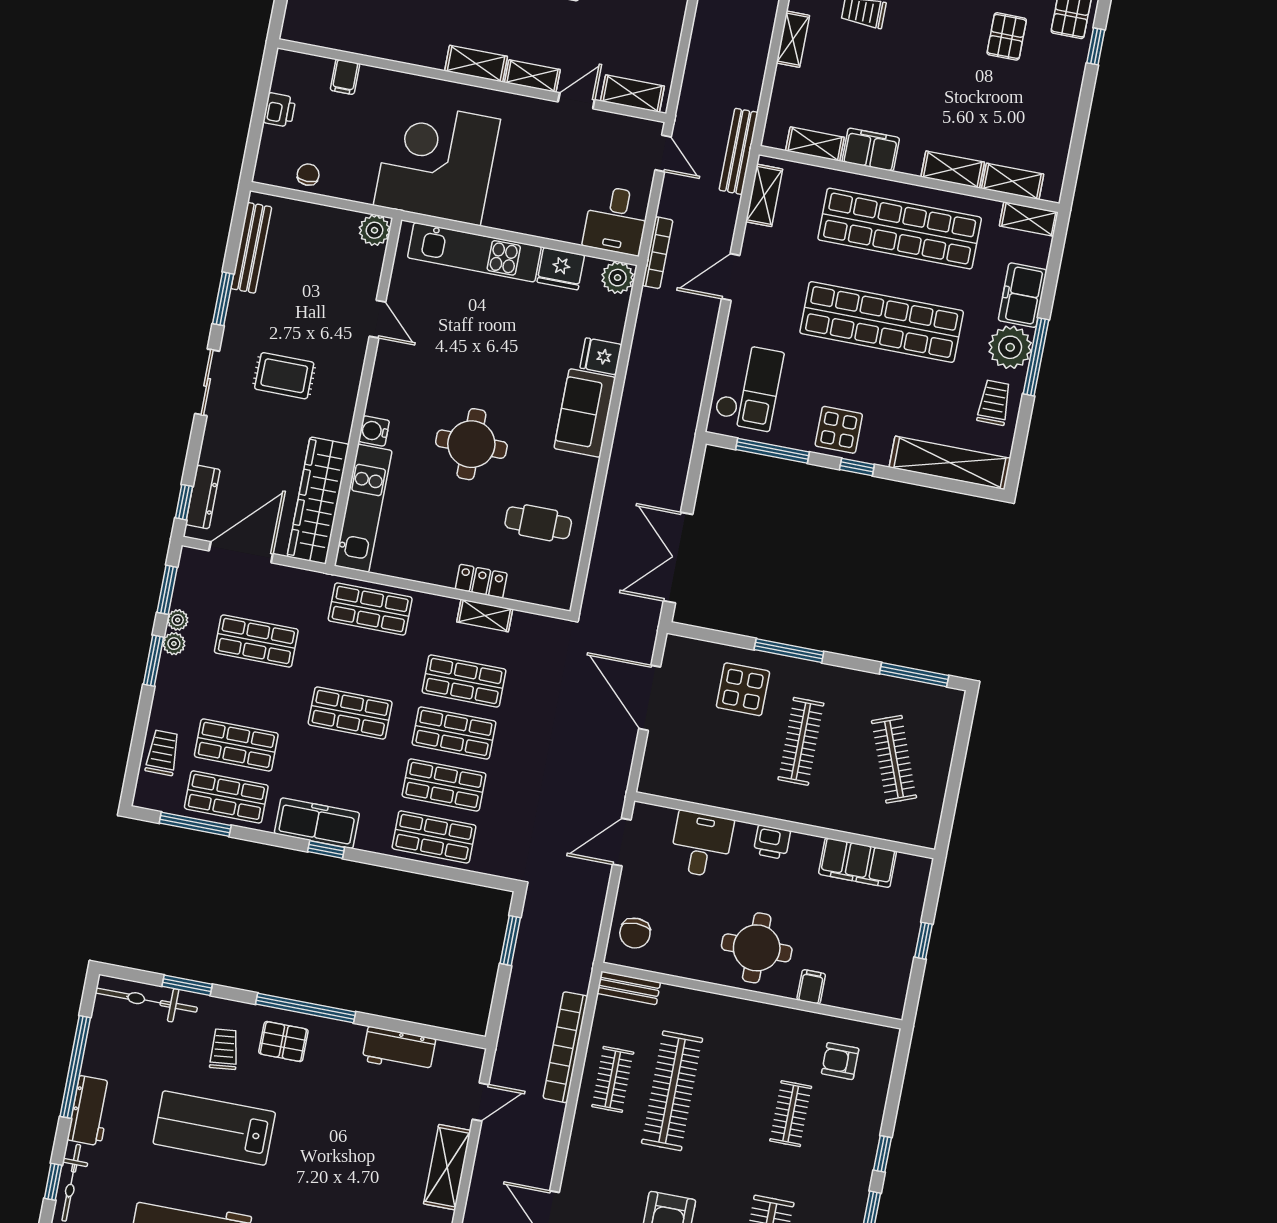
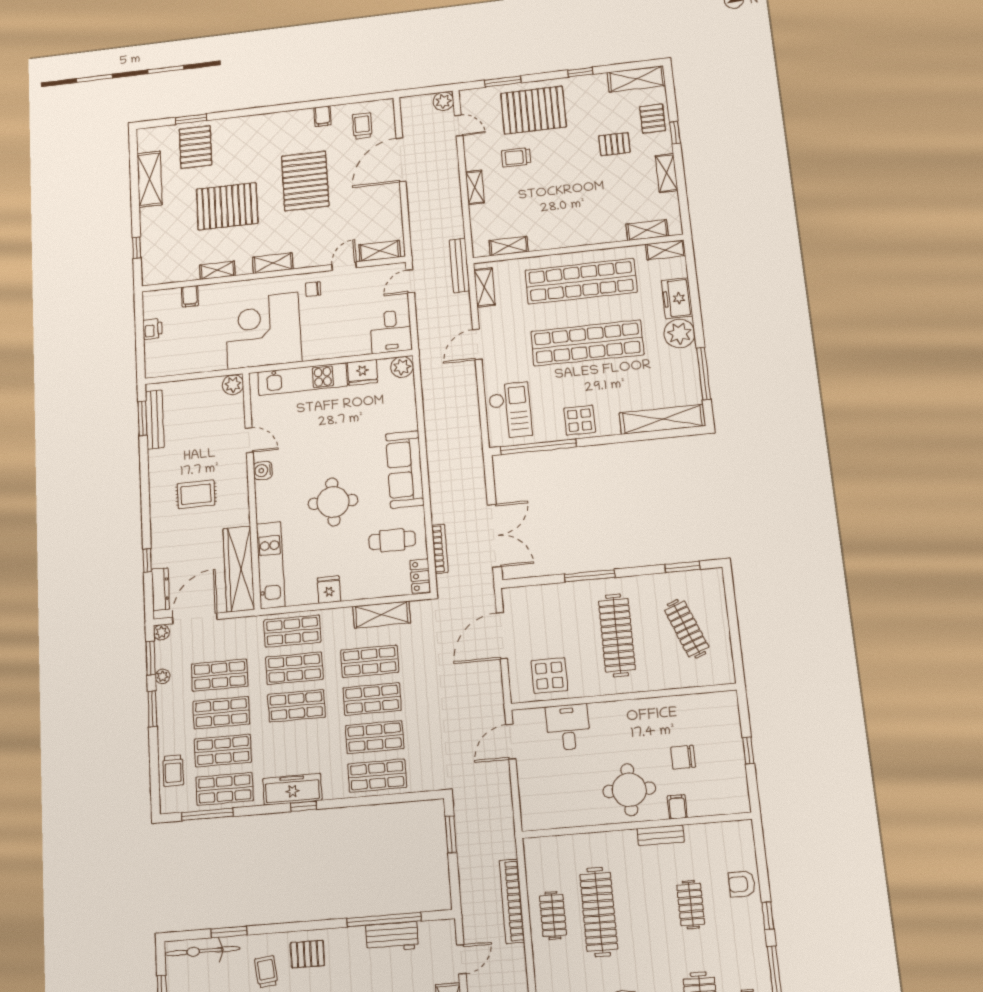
pallet: (1007, 36) -> (614, 144), turned 90
shelving: (532, 76) -> (217, 270), moved
filing cabinet: (871, 150) -> (547, 239), removed
door: (663, 153) -> (410, 281), swing flipped
shelving: (953, 170) -> (667, 173), moved, turned 90
chair: (308, 175) -> (313, 289), moved, turned -90
bookcase: (658, 253) -> (440, 549), moved
window: (223, 299) -> (142, 418), moved
fridge: (601, 356) -> (329, 590), moved, turned 90
window: (1036, 357) -> (704, 374), moved
sliding door: (207, 382) -> (146, 514), removed
trolley: (994, 403) -> (680, 372), removed
sofa: (585, 413) -> (405, 469), width x1.36
water cooler: (374, 431) -> (263, 471), moved
window: (773, 451) -> (538, 447), width x1.46
window: (857, 467) -> (599, 441), removed
window: (184, 502) -> (147, 560), moved
double door: (678, 558) -> (494, 536), swing flipped
locker: (481, 581) -> (420, 576), moved, turned -90
shelving: (485, 615) -> (382, 615), width x1.50, depth x1.33
plant: (174, 644) -> (161, 632), moved
shop shelf: (360, 661) -> (294, 668), added
window: (914, 675) -> (682, 567), width x0.69
display table: (743, 689) -> (549, 676), moved
shop shelf: (246, 693) -> (221, 713), added
door: (650, 698) -> (502, 636), hinge flipped
clothes rail: (801, 741) -> (617, 635), width x1.37, depth x1.31
trolley: (163, 753) -> (173, 771), turned 180
printer: (772, 842) -> (618, 711), removed
filing cabinet: (858, 863) -> (683, 708), removed
chair: (635, 933) -> (683, 757), moved, turned 90
bench: (629, 988) -> (661, 835), moved
window: (306, 1008) -> (384, 920), moved
armchair: (840, 1061) -> (742, 884), moved

